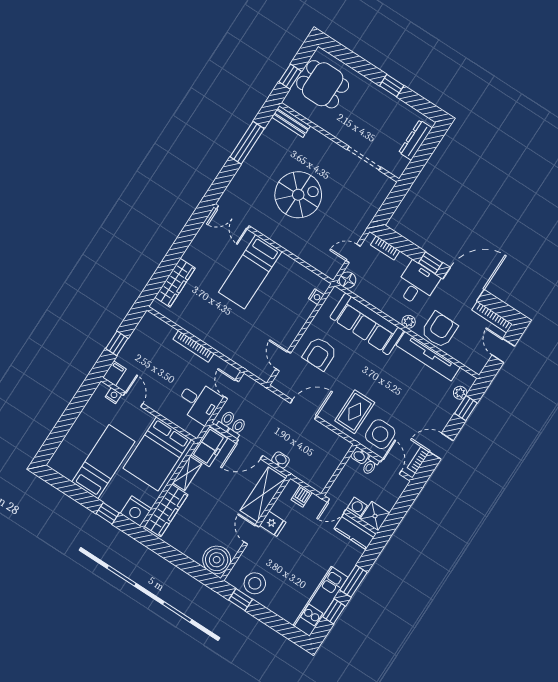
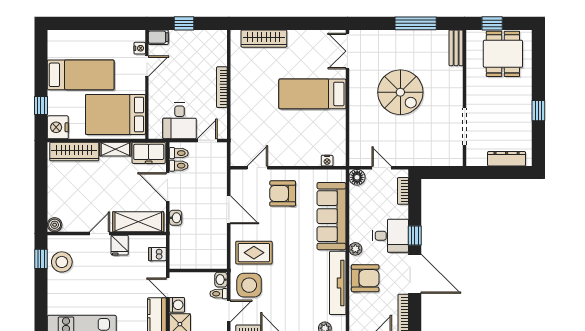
boiler: (217, 560) -> (55, 225), width x0.54, depth x0.54

